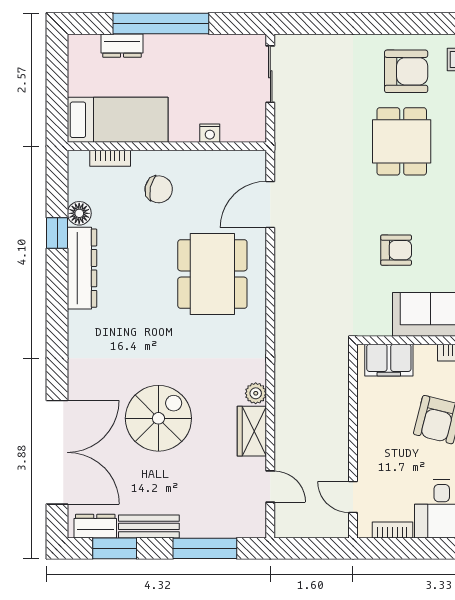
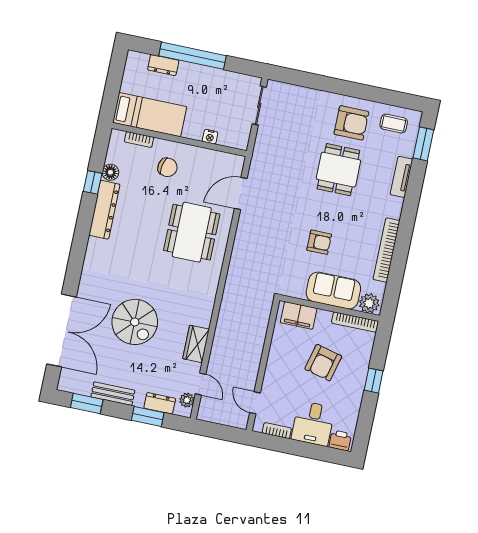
plant: (256, 393) -> (187, 400), moved
spiral stairs: (158, 418) -> (135, 322), turned 90
dresser: (95, 526) -> (160, 403), moved
window: (205, 548) -> (148, 416), width x0.69

